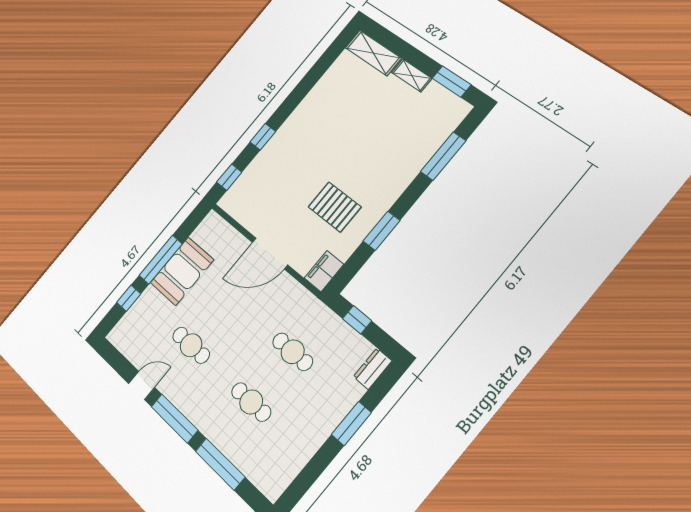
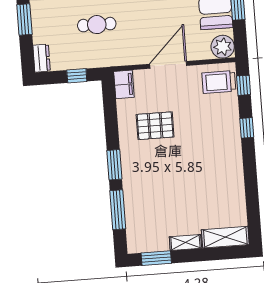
trolley: (245, 198) -> (219, 82), added
plant: (212, 228) -> (223, 47), added
window: (382, 231) -> (114, 165), moved

